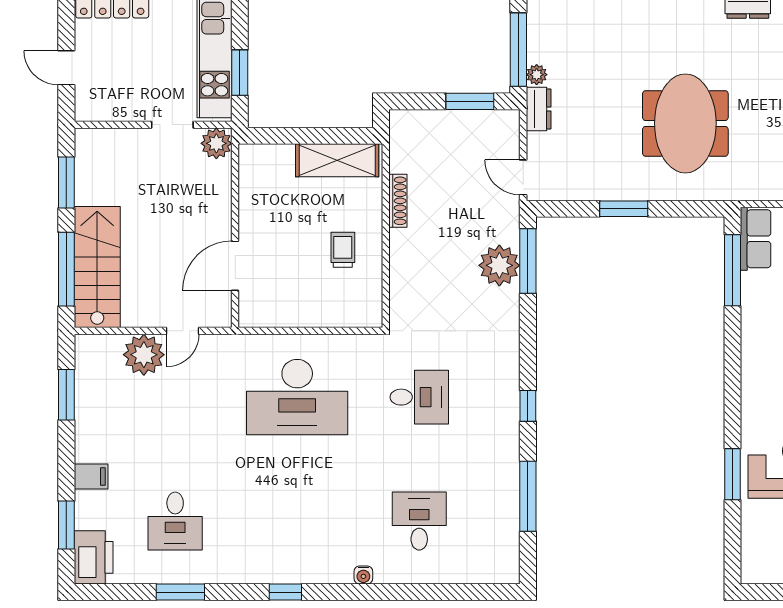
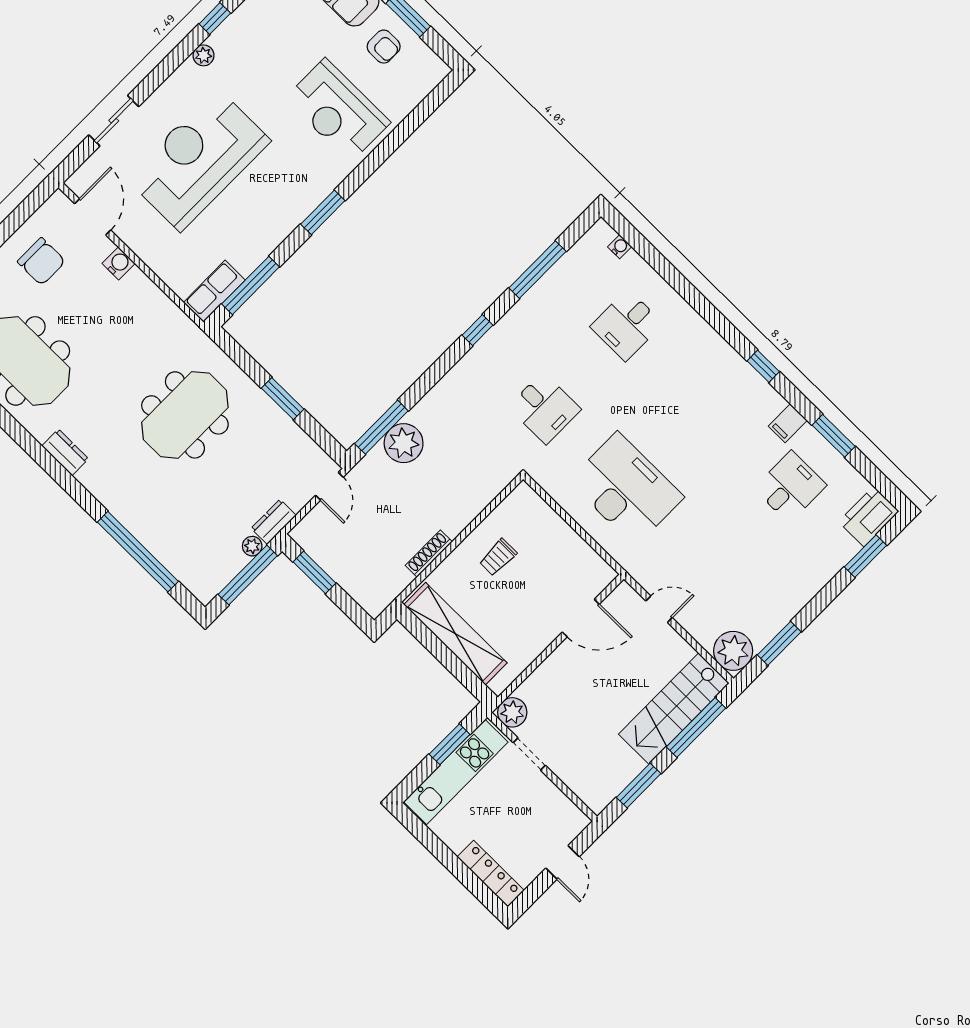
shelving: (337, 160) -> (455, 634), width x1.47
plant: (144, 355) -> (733, 651), moved
desk: (419, 397) -> (544, 408), turned 180
window: (733, 474) -> (323, 212), moved
filing cabinet: (91, 477) -> (788, 423), moved, turned -90
water cooler: (363, 575) -> (620, 247), moved

